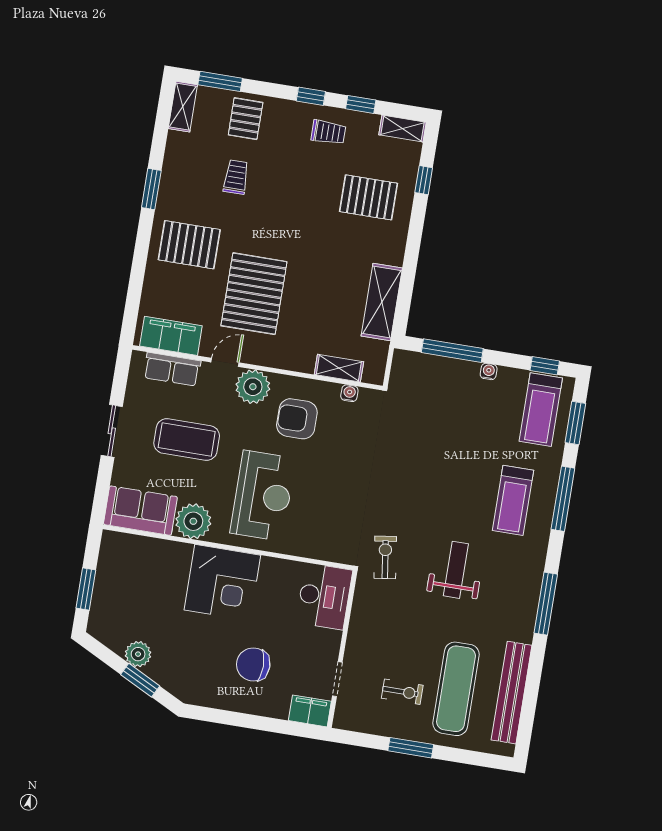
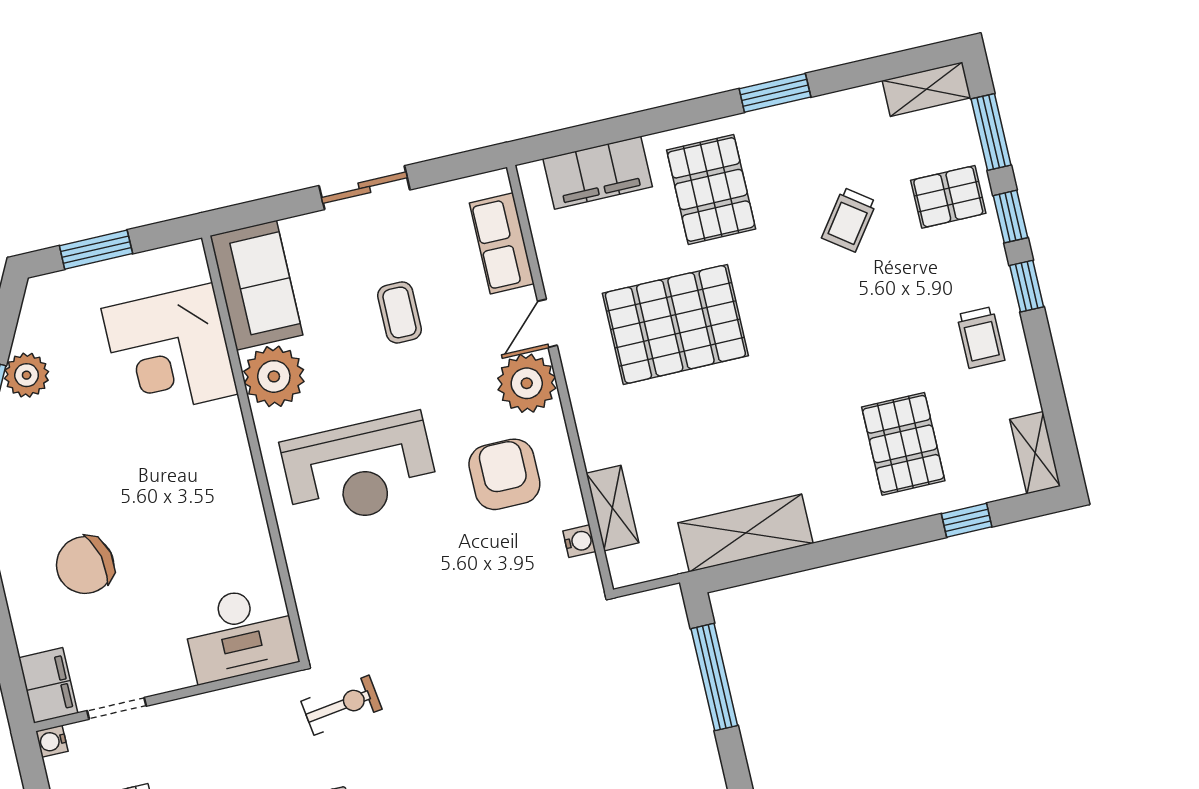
window: (361, 104) -> (1011, 217), moved
trolley: (236, 177) -> (849, 220), turned 126
filing cabinet: (171, 336) -> (598, 173), moved, turned 90
door: (225, 362) -> (547, 323), swing flipped
water cooler: (489, 371) -> (52, 741), moved, turned 180
coffee table: (187, 440) -> (399, 312), width x0.54, depth x0.58
corner desk: (222, 583) -> (170, 351), moved
chair: (253, 664) -> (85, 565), turned -103

